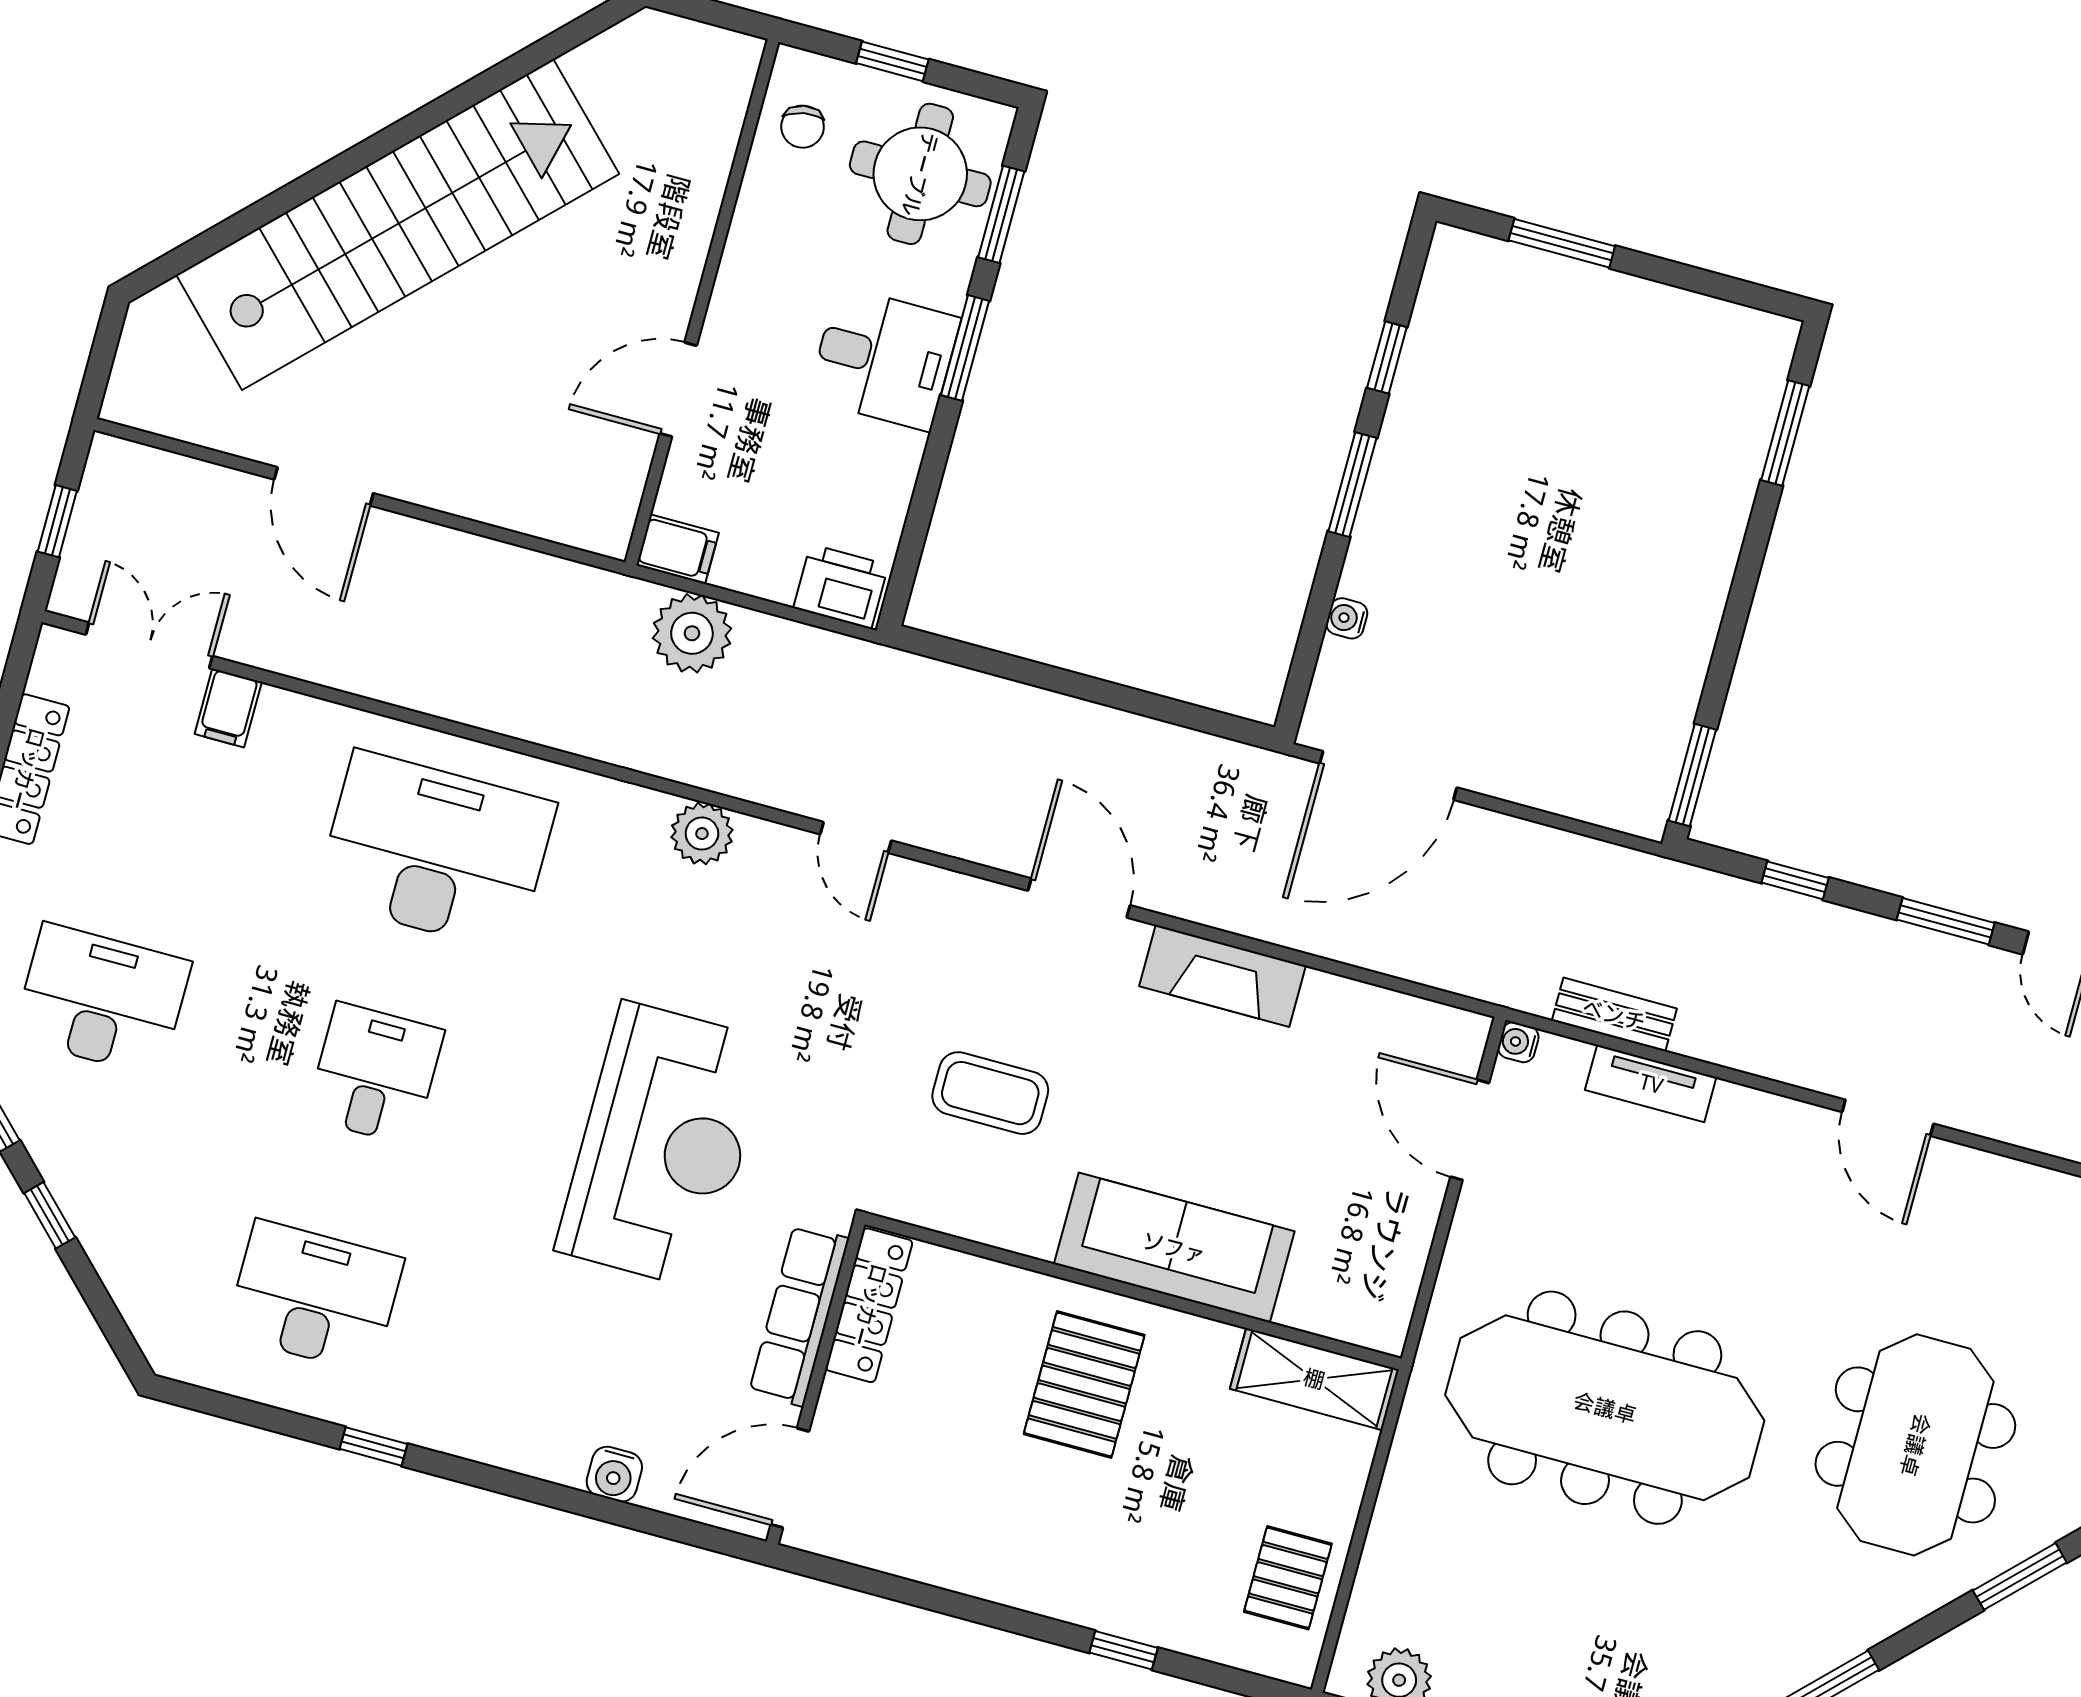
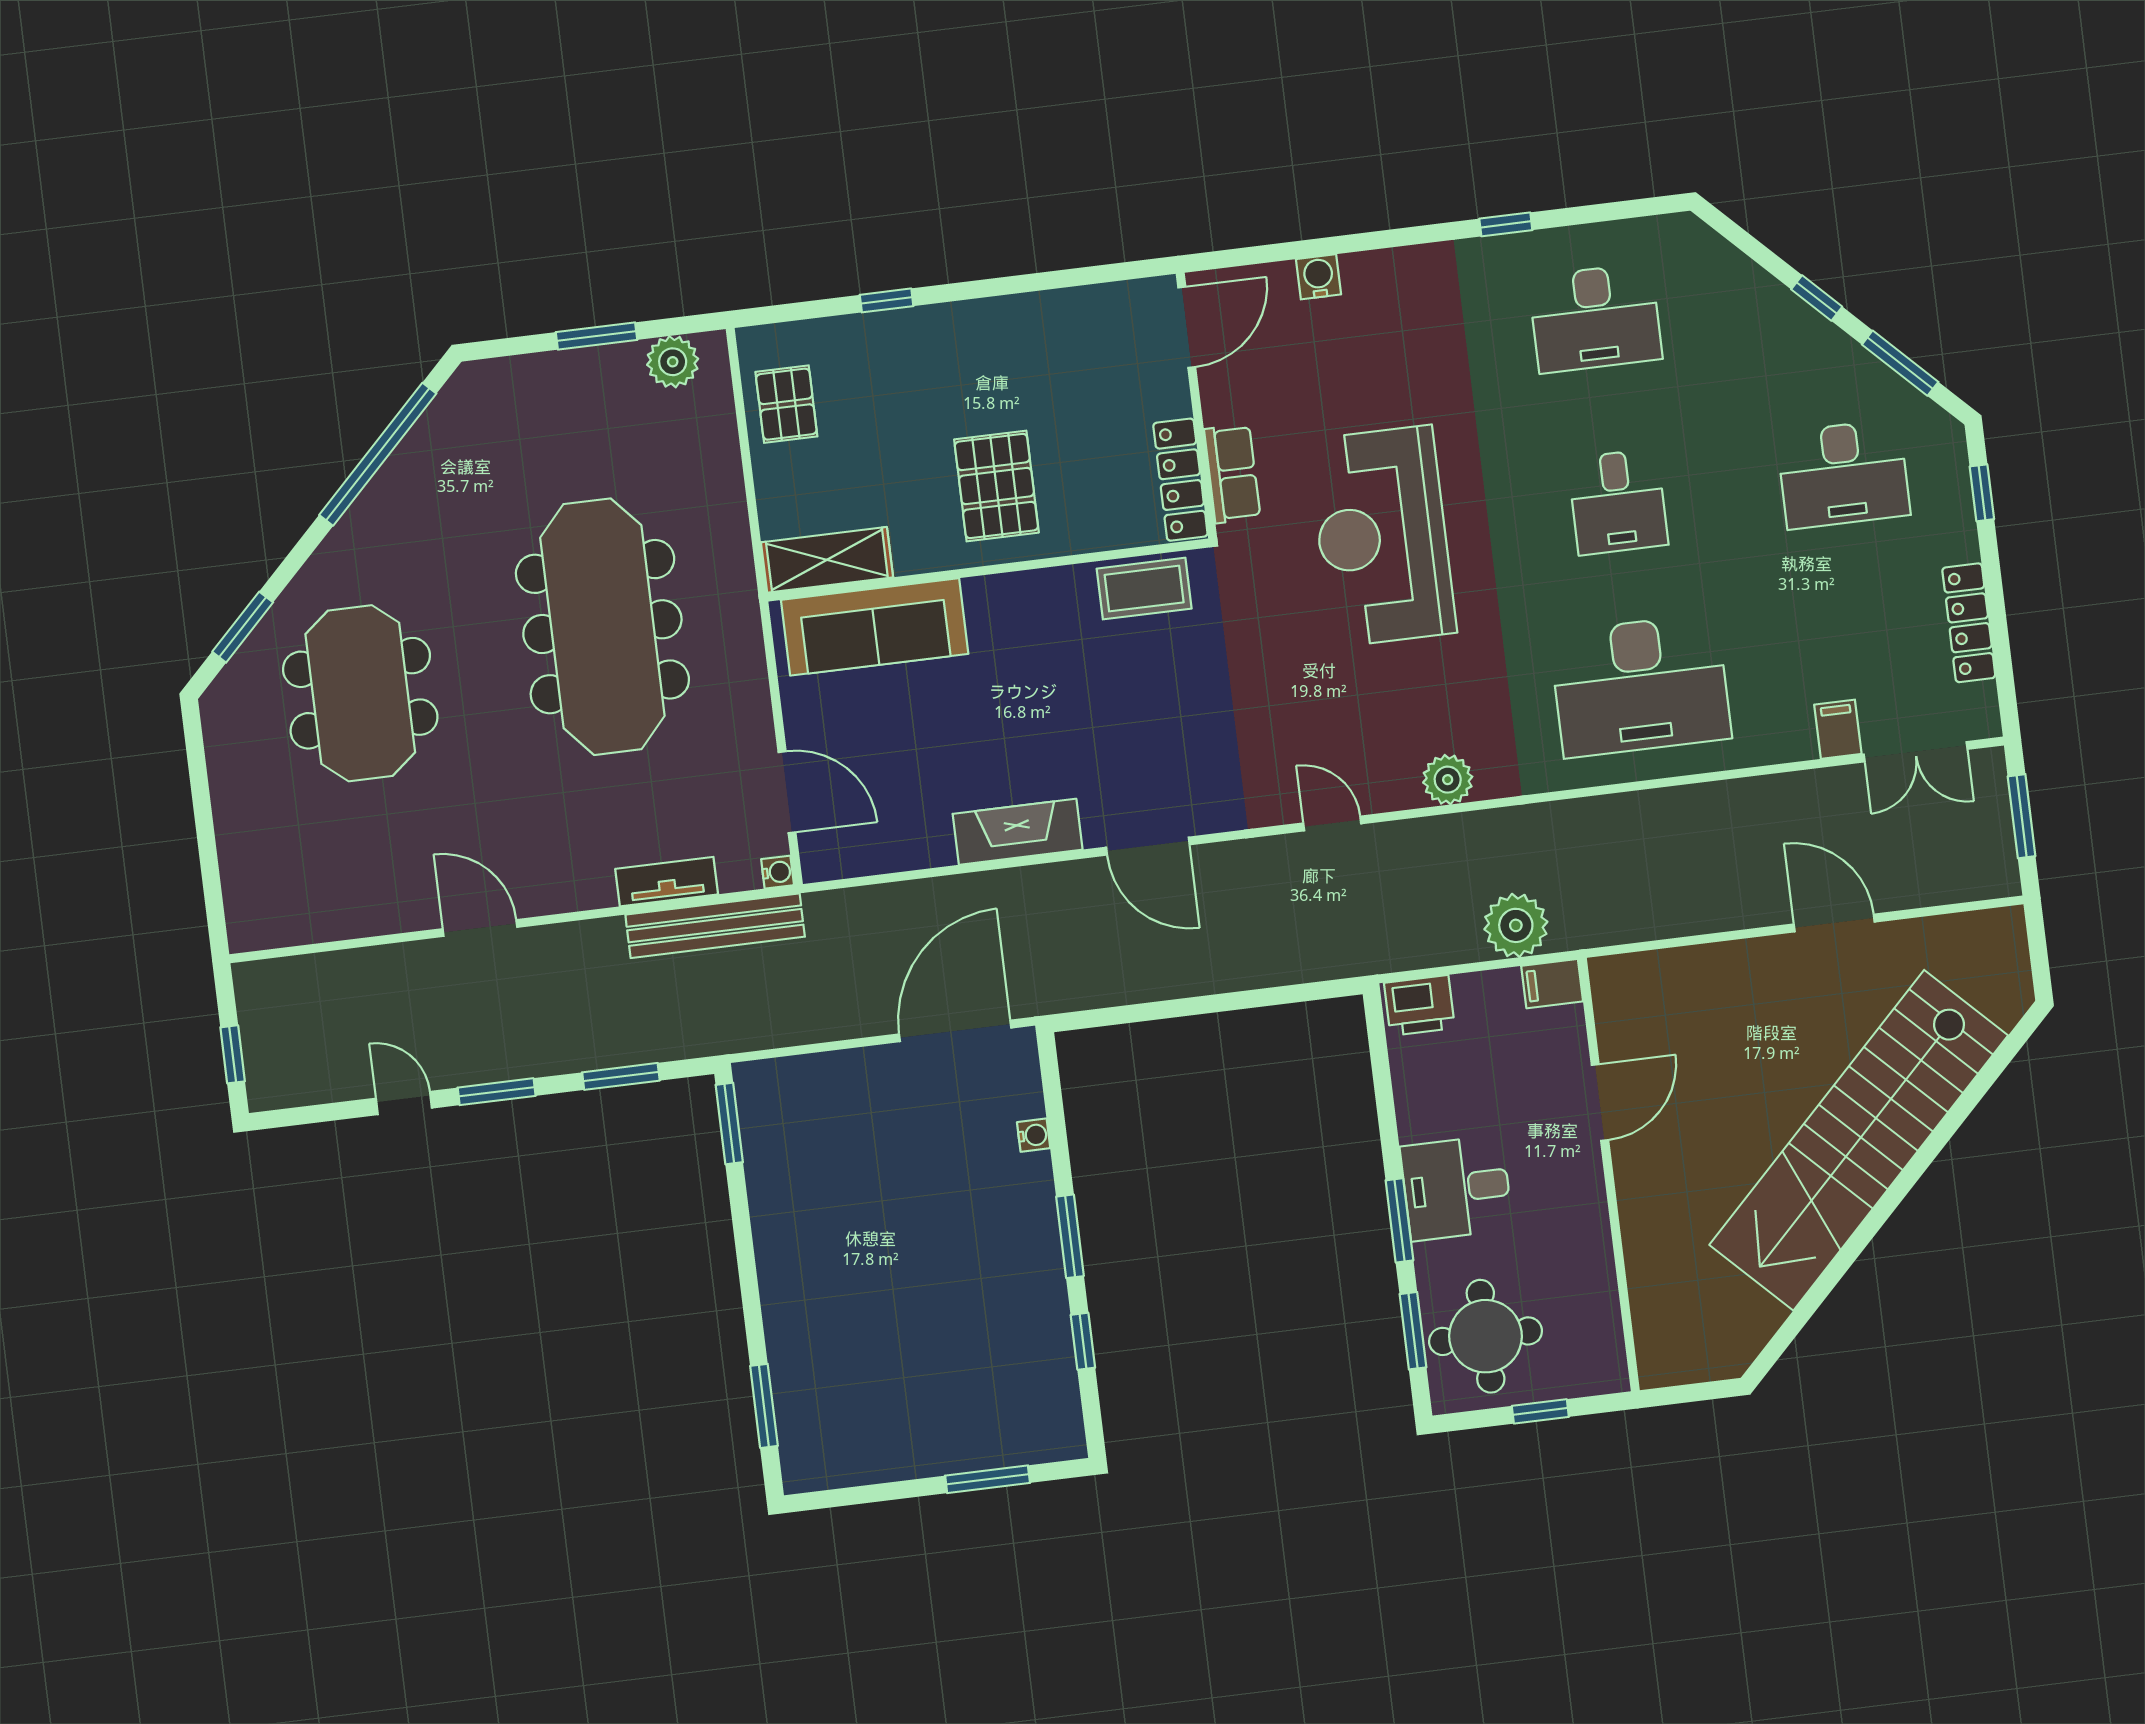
chair: (803, 127) -> (1587, 1336), removed
window: (57, 521) -> (2022, 816), width x1.50
window: (1795, 880) -> (621, 1076), width x1.50
bench: (1614, 1015) -> (715, 926), width x1.86, depth x1.21
coffee table: (990, 1093) -> (1144, 589), moved
sofa: (1174, 1248) -> (875, 627), moved
row of seats: (799, 1315) -> (1232, 474), width x0.68
meeting table: (1605, 1408) -> (602, 627), turned 90

